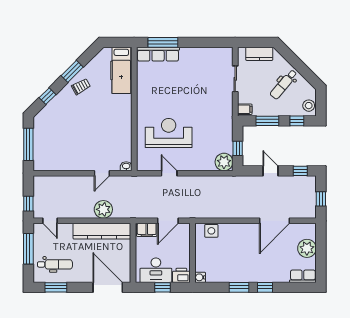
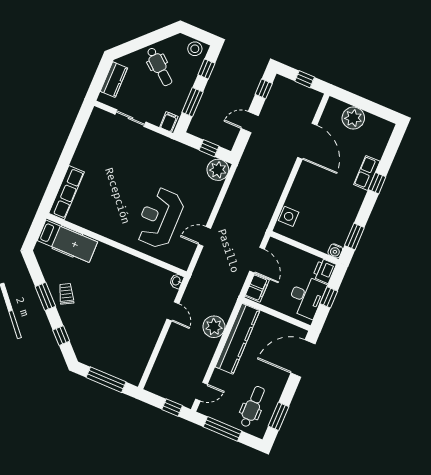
window: (163, 42) -> (56, 182), removed
row of seats: (303, 276) -> (367, 173), moved
window: (239, 287) -> (354, 237), moved

